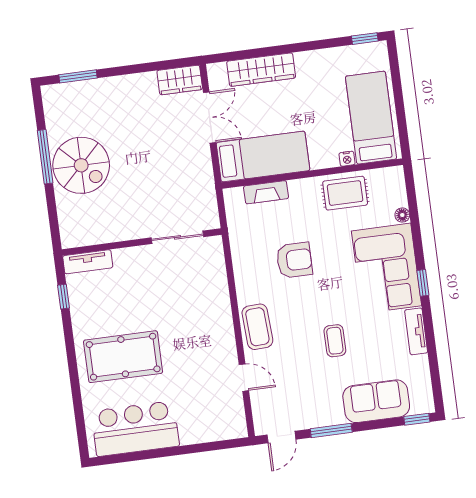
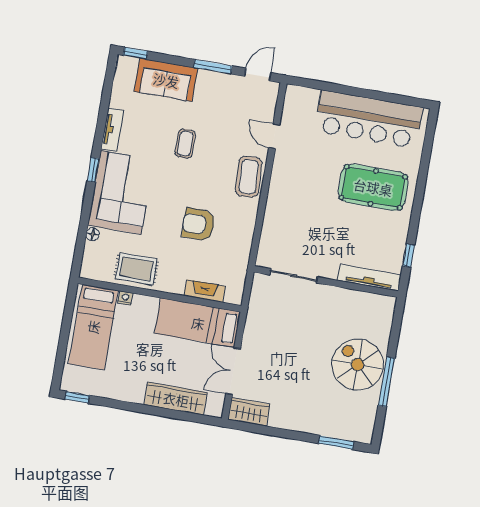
tv unit: (88, 262) -> (369, 278), width x1.41
bar counter: (135, 429) -> (369, 119), width x1.36

